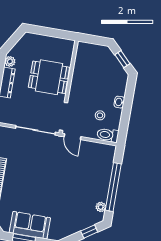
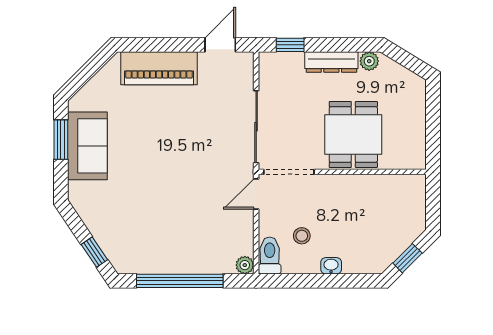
plant: (101, 207) -> (245, 265), moved

